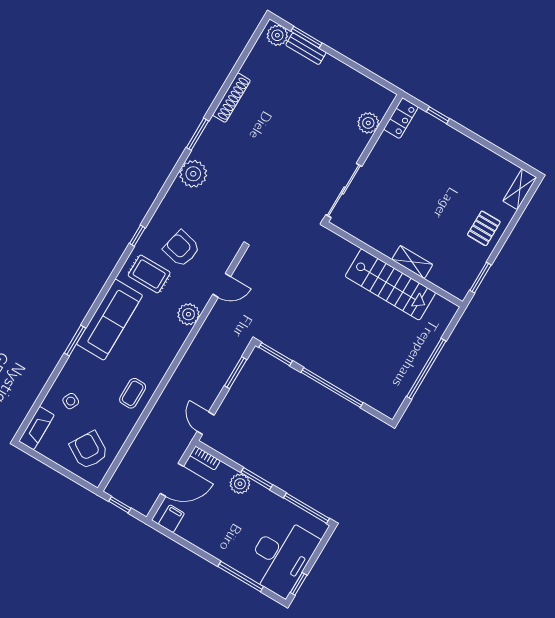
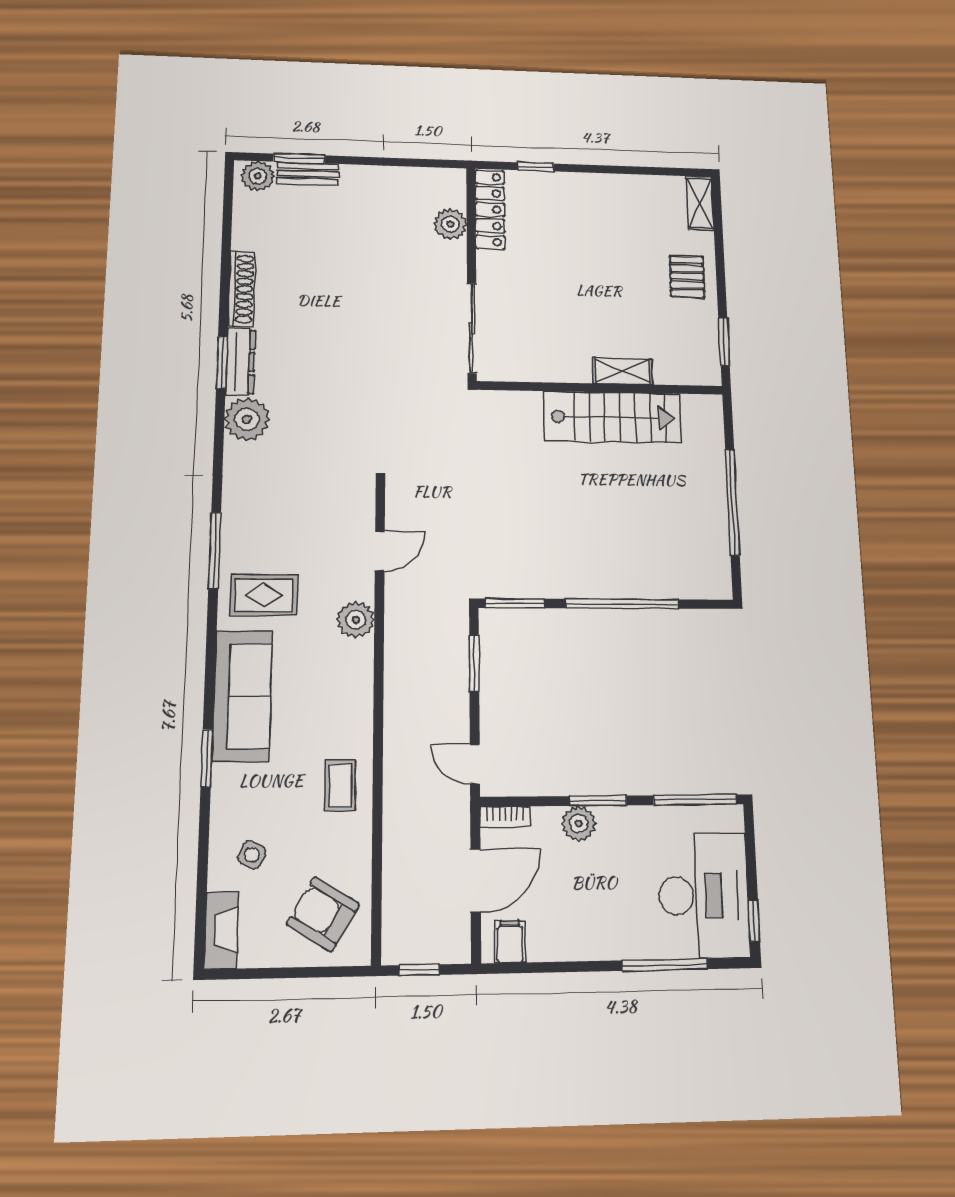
locker: (401, 118) -> (490, 210), width x1.53
dresser: (208, 139) -> (240, 362), added
window: (137, 236) -> (215, 550), width x2.17
armchair: (182, 249) -> (291, 532), removed

